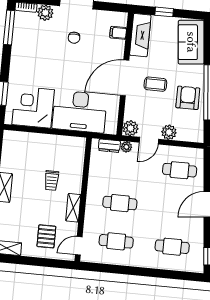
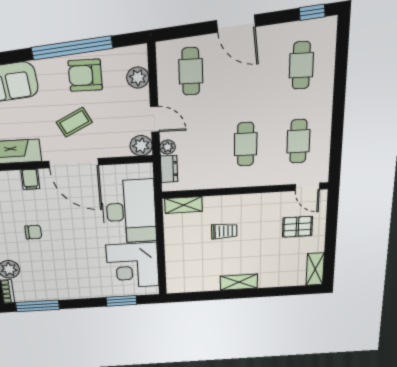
filing cabinet: (118, 33) -> (30, 179), moved
coffee table: (155, 84) -> (74, 122), turned 63
plant: (169, 132) -> (138, 78), moved
shelving: (73, 208) -> (184, 205), moved

